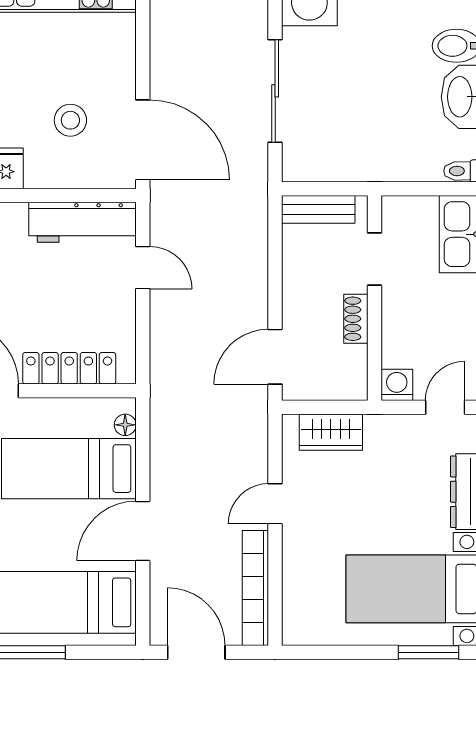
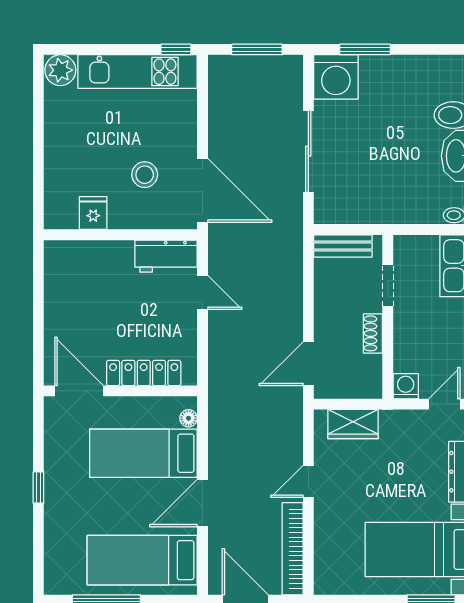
workbench: (82, 222) -> (166, 256), width x0.73

